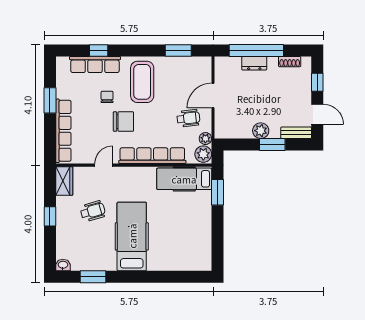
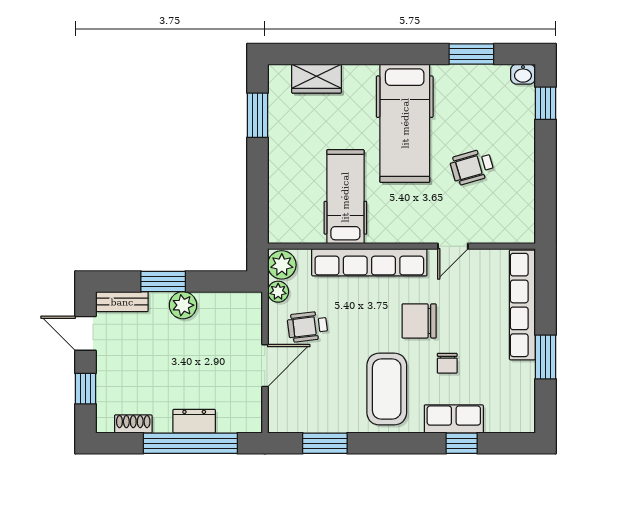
row of seats: (95, 65) -> (454, 419), width x0.68
hospital bed: (184, 179) -> (345, 197), moved, turned -90
wardrobe: (64, 181) -> (316, 79), moved, turned -90
window: (217, 192) -> (257, 115), moved
window: (50, 216) -> (545, 103), moved

